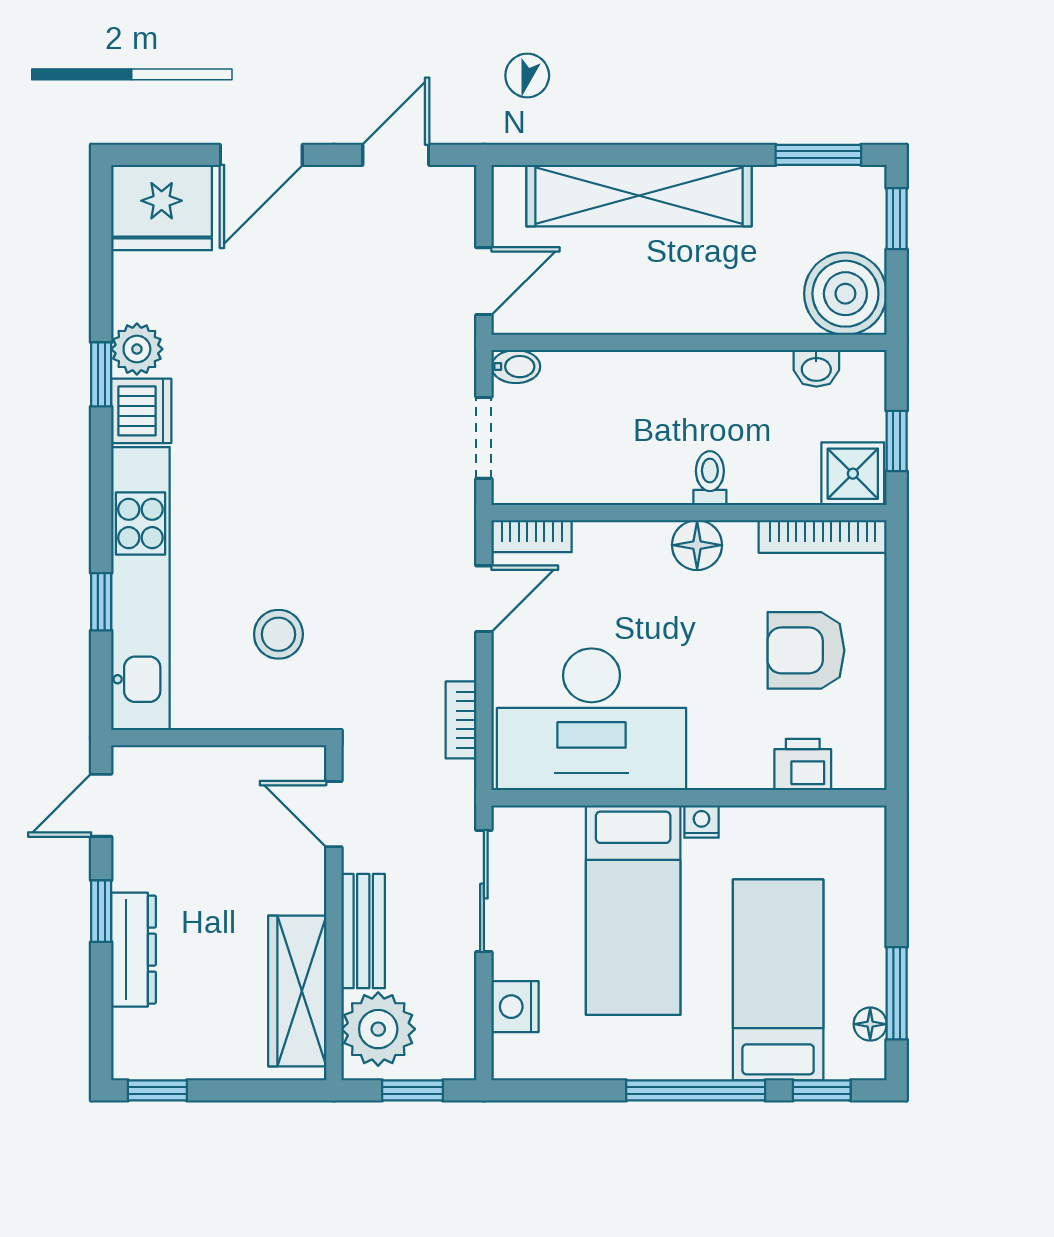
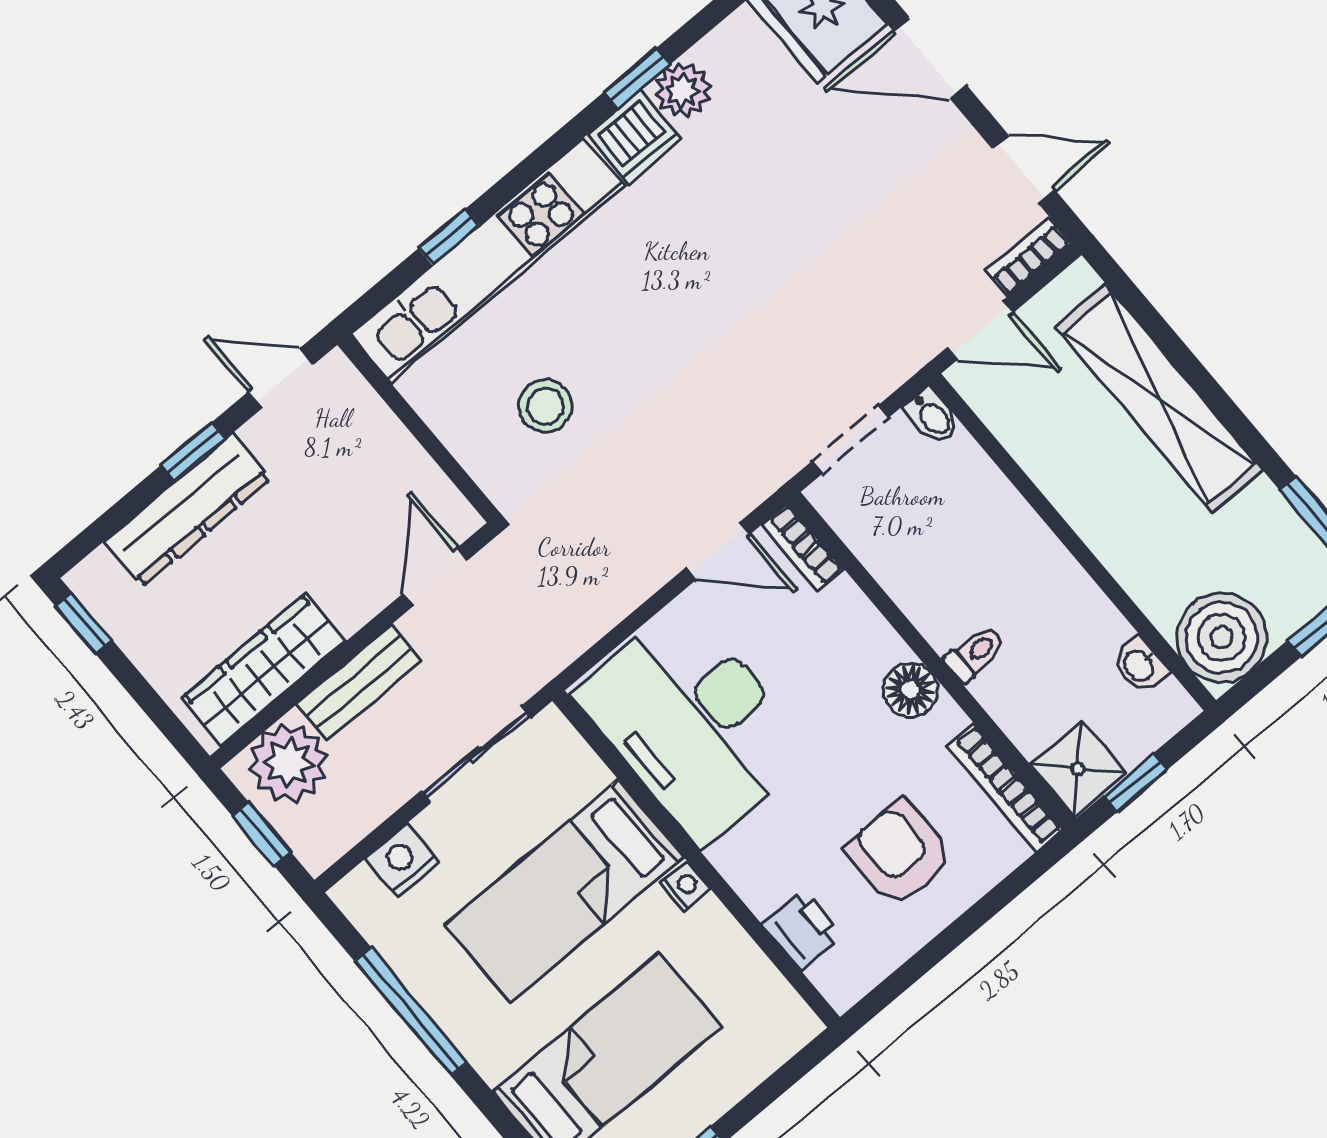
bookcase: (461, 720) -> (1029, 257), moved
dresser: (133, 950) -> (188, 510), width x1.37, depth x1.24
window: (696, 1090) -> (411, 1012), moved

